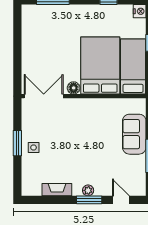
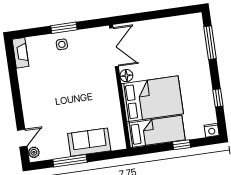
fireplace: (57, 190) -> (20, 53), moved
plant: (88, 190) -> (34, 152), moved
window: (89, 200) -> (18, 107), removed

